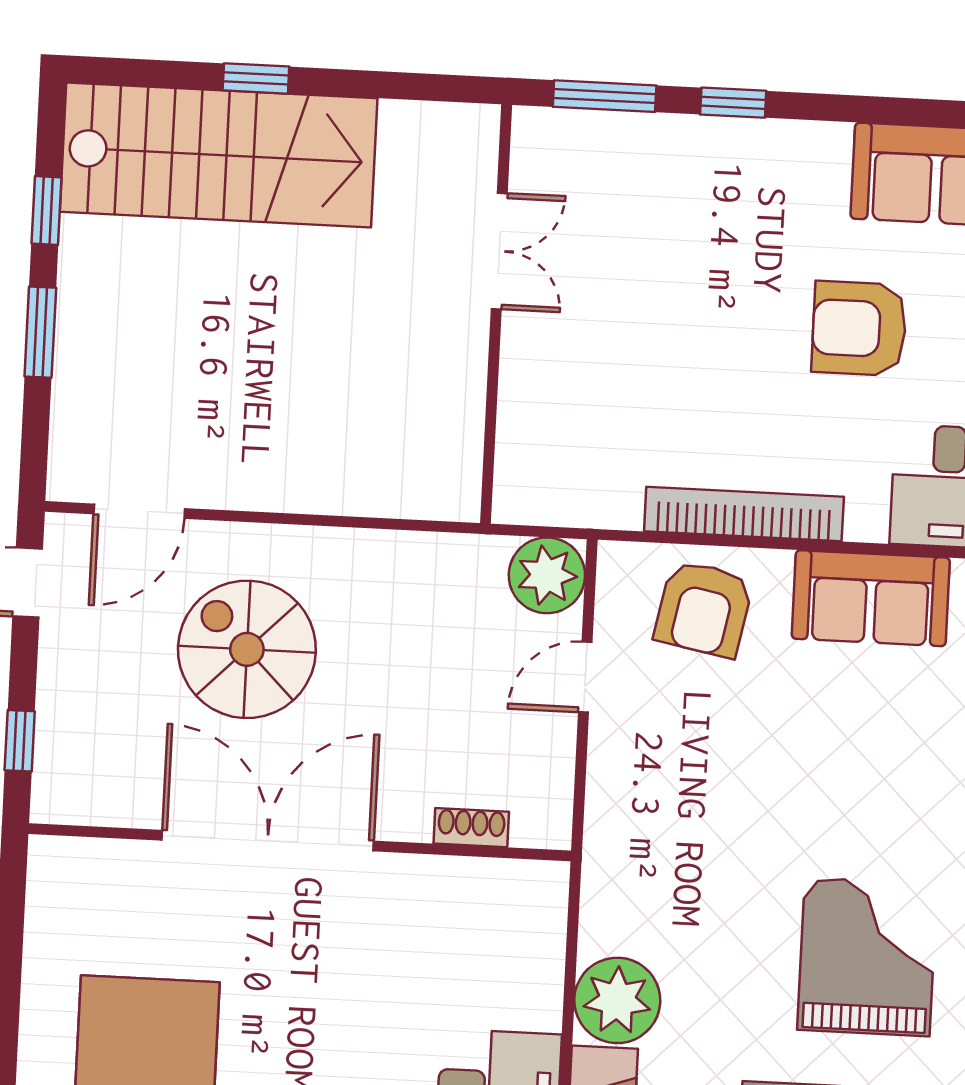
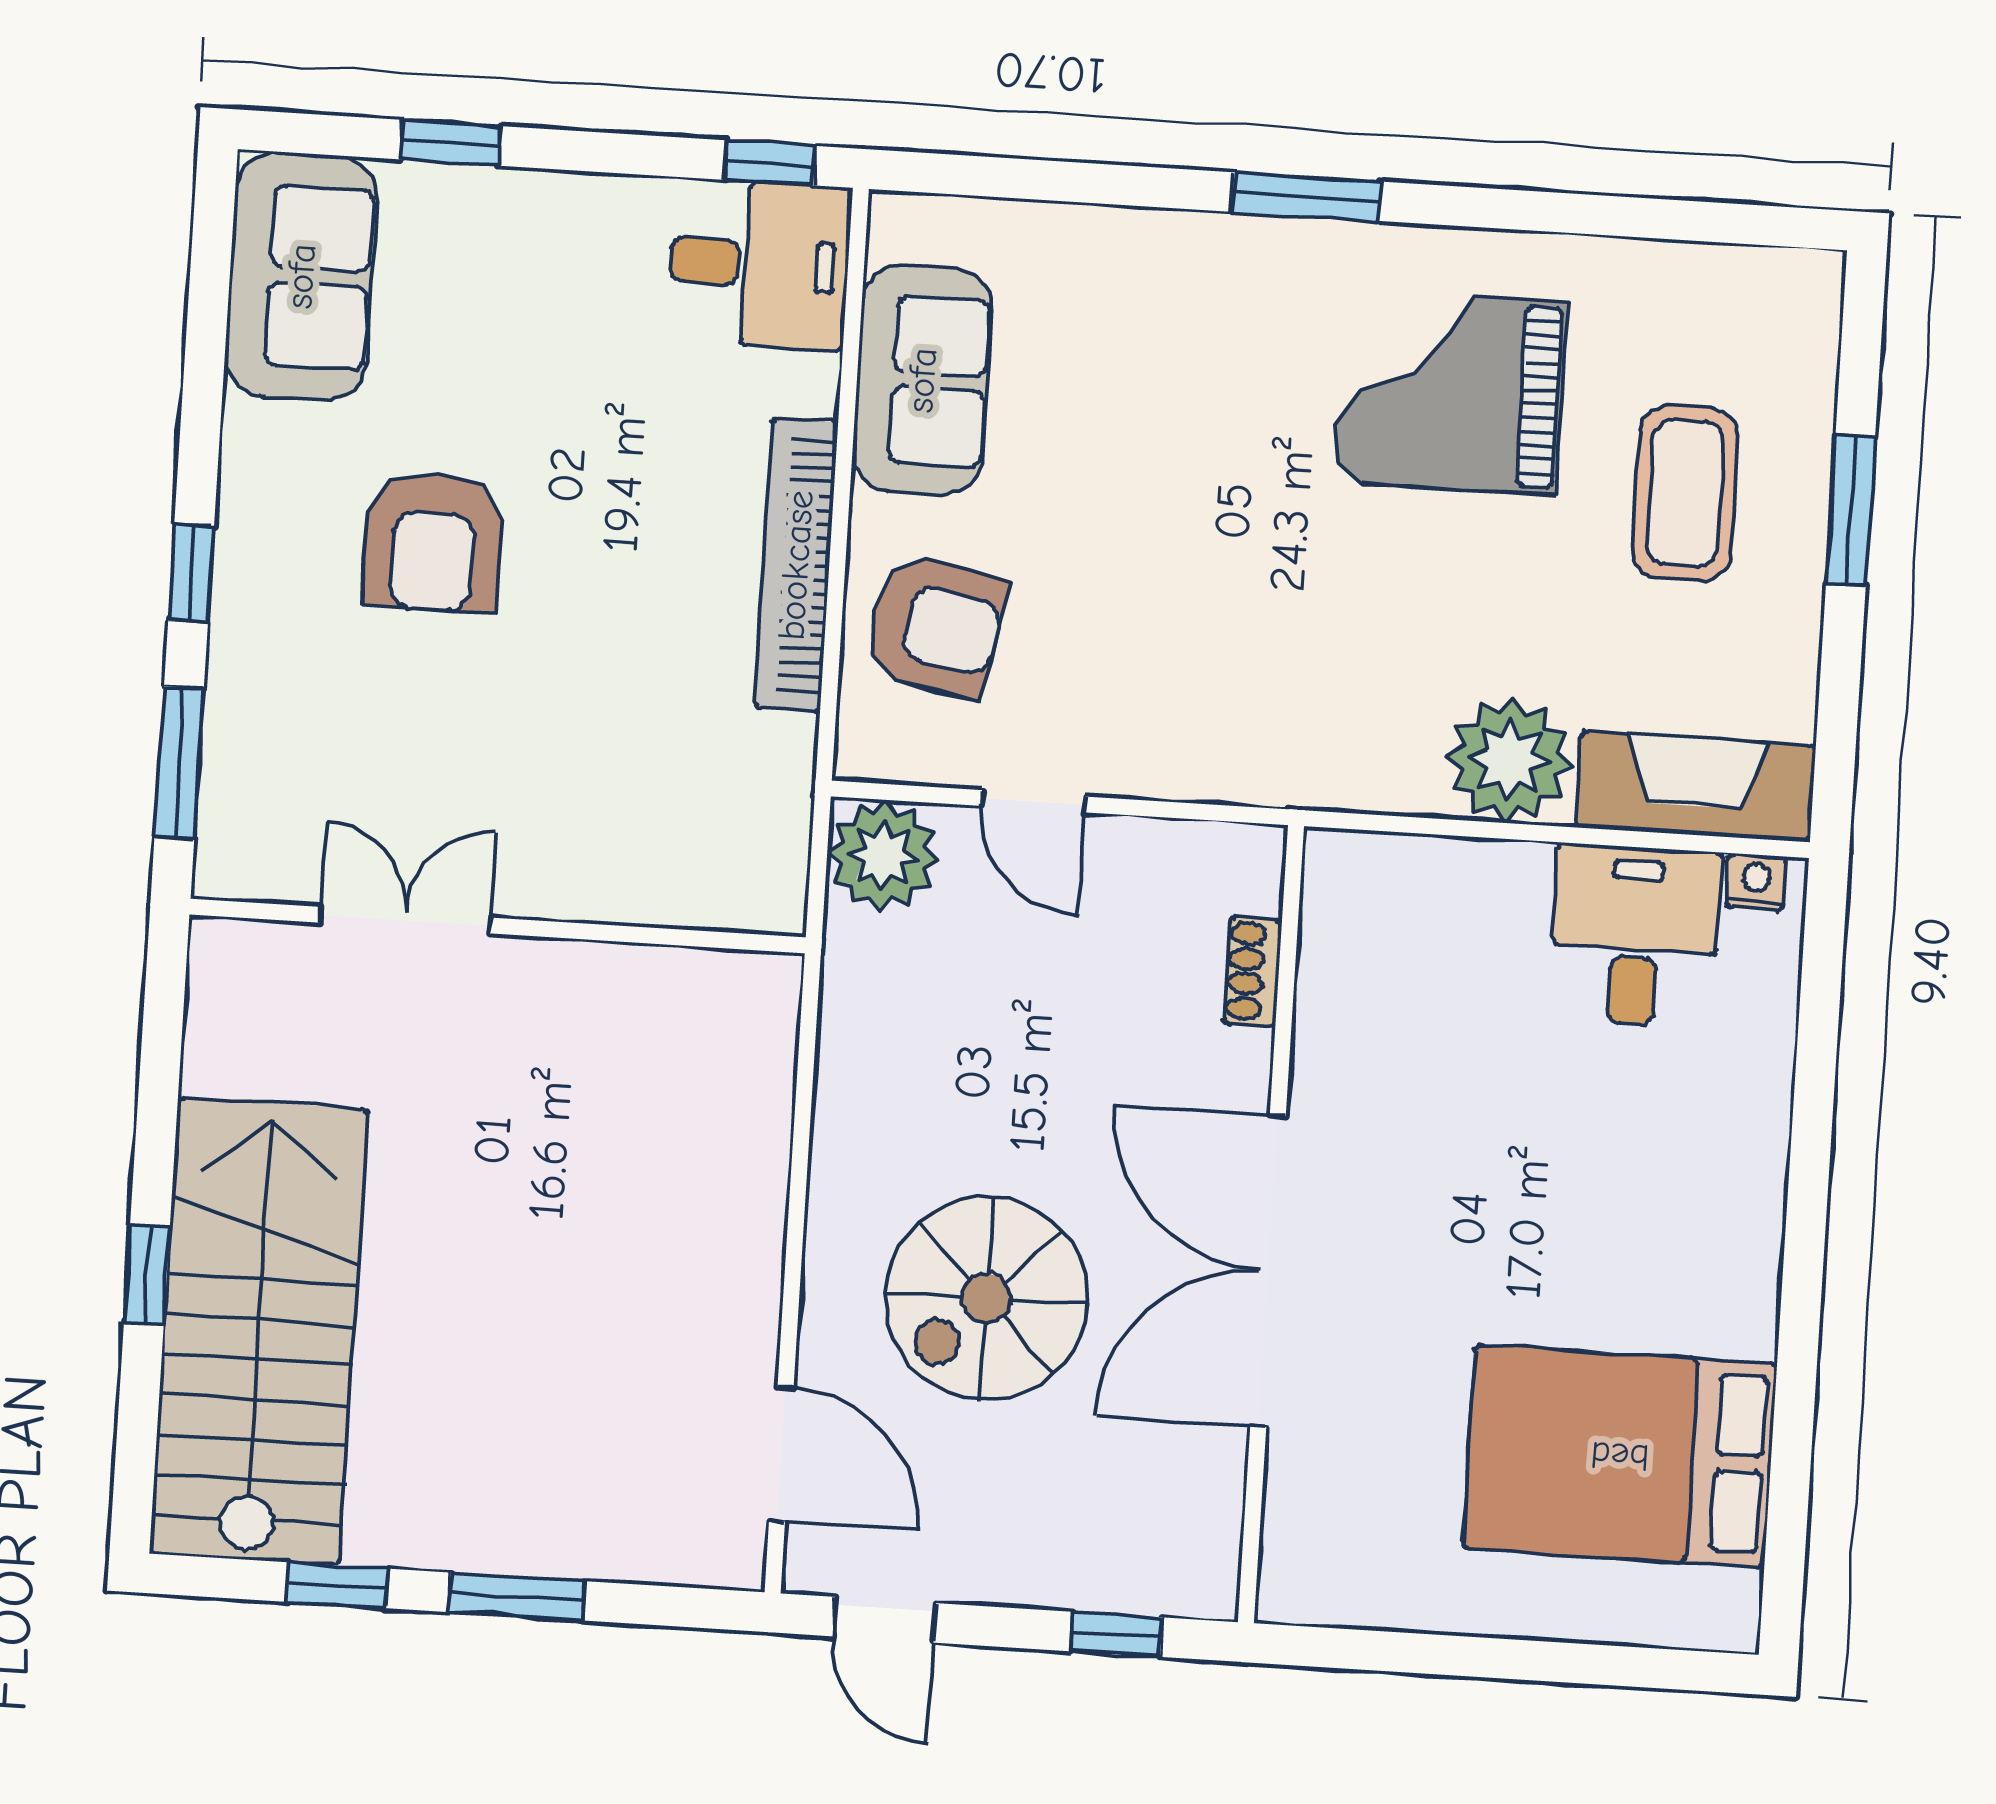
armchair: (859, 328) -> (433, 542), moved

